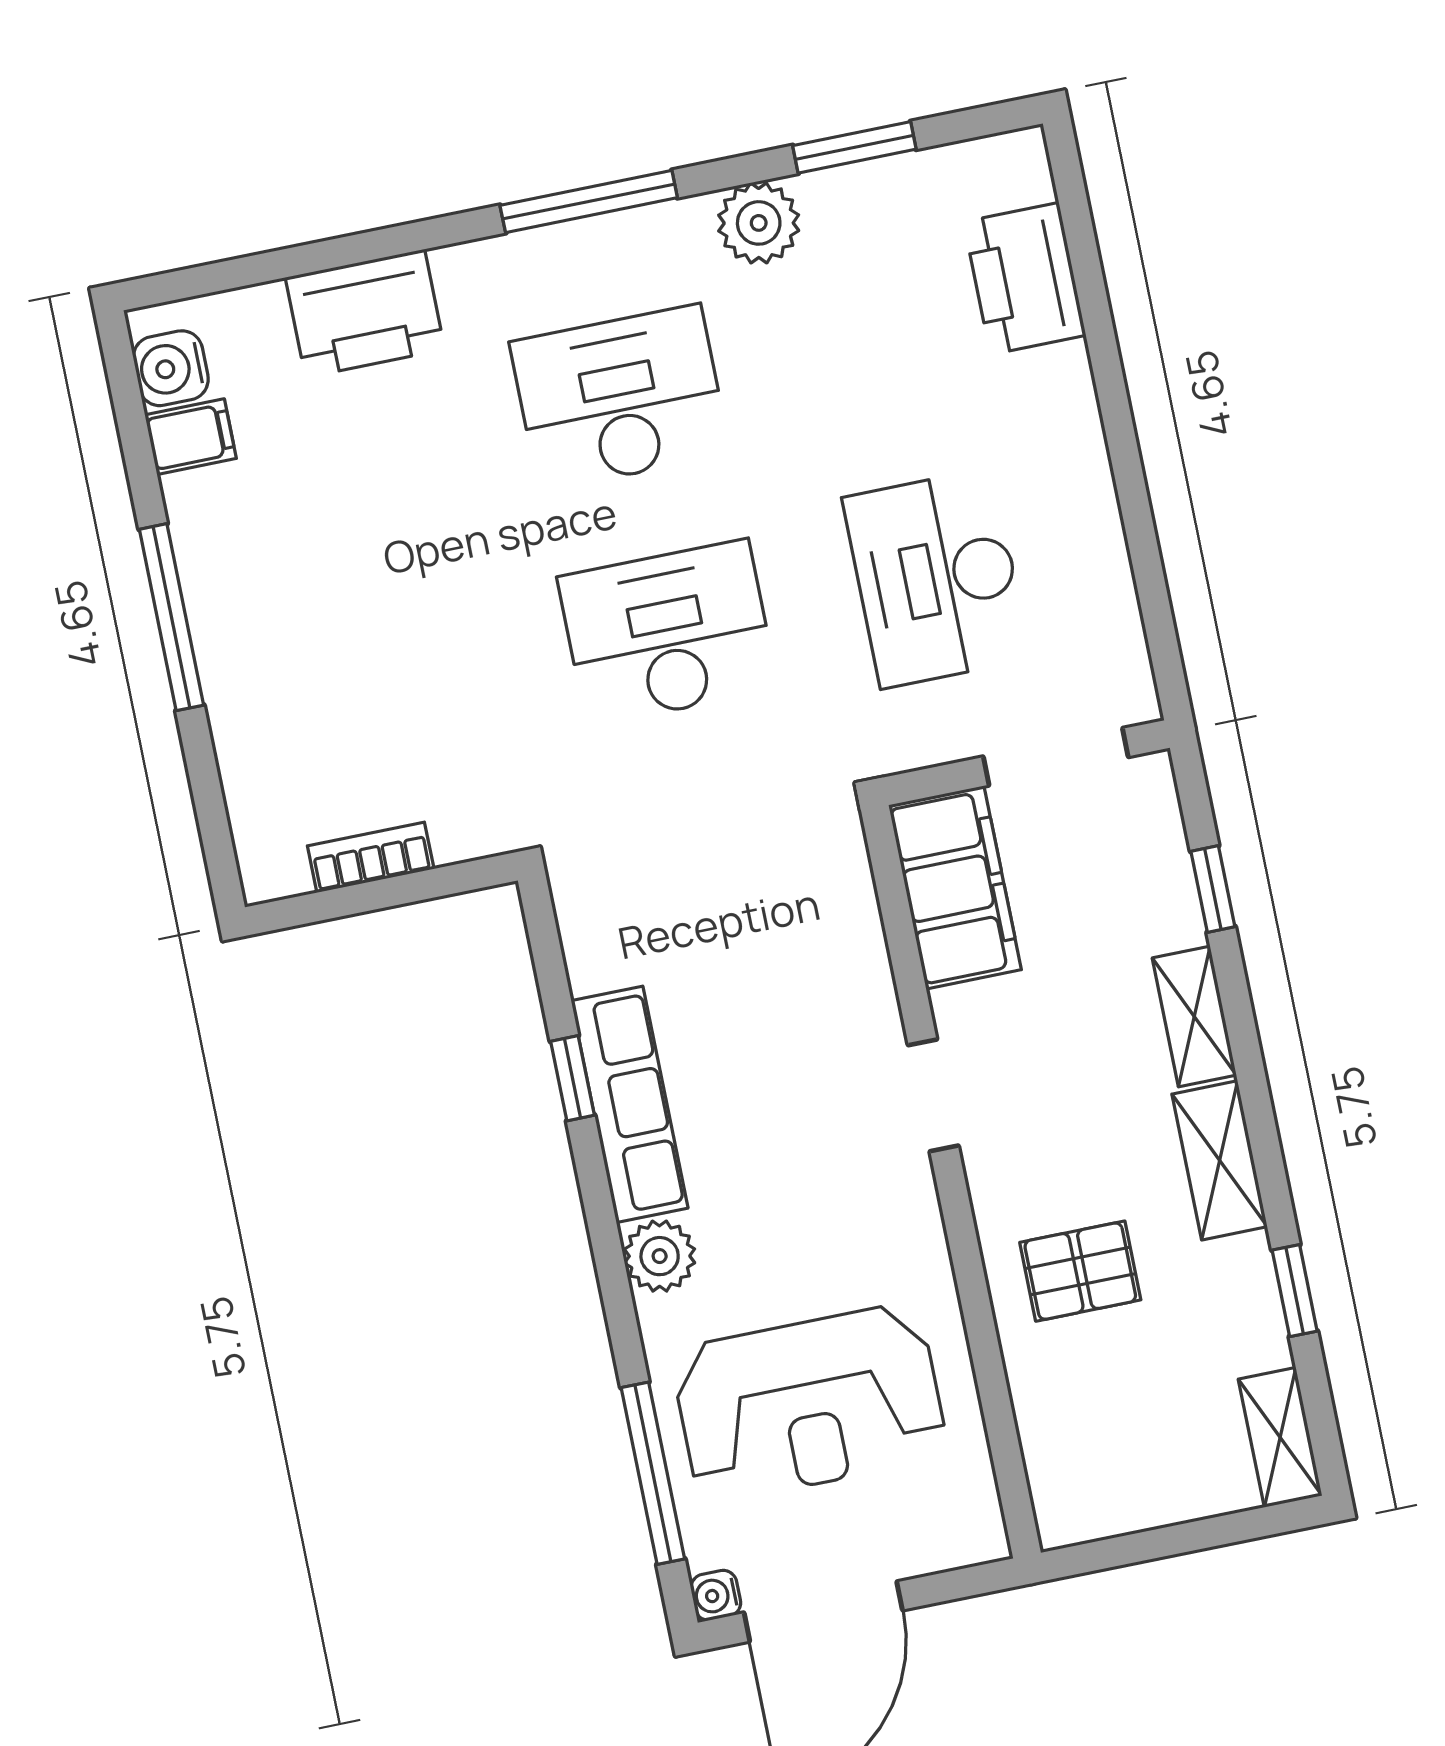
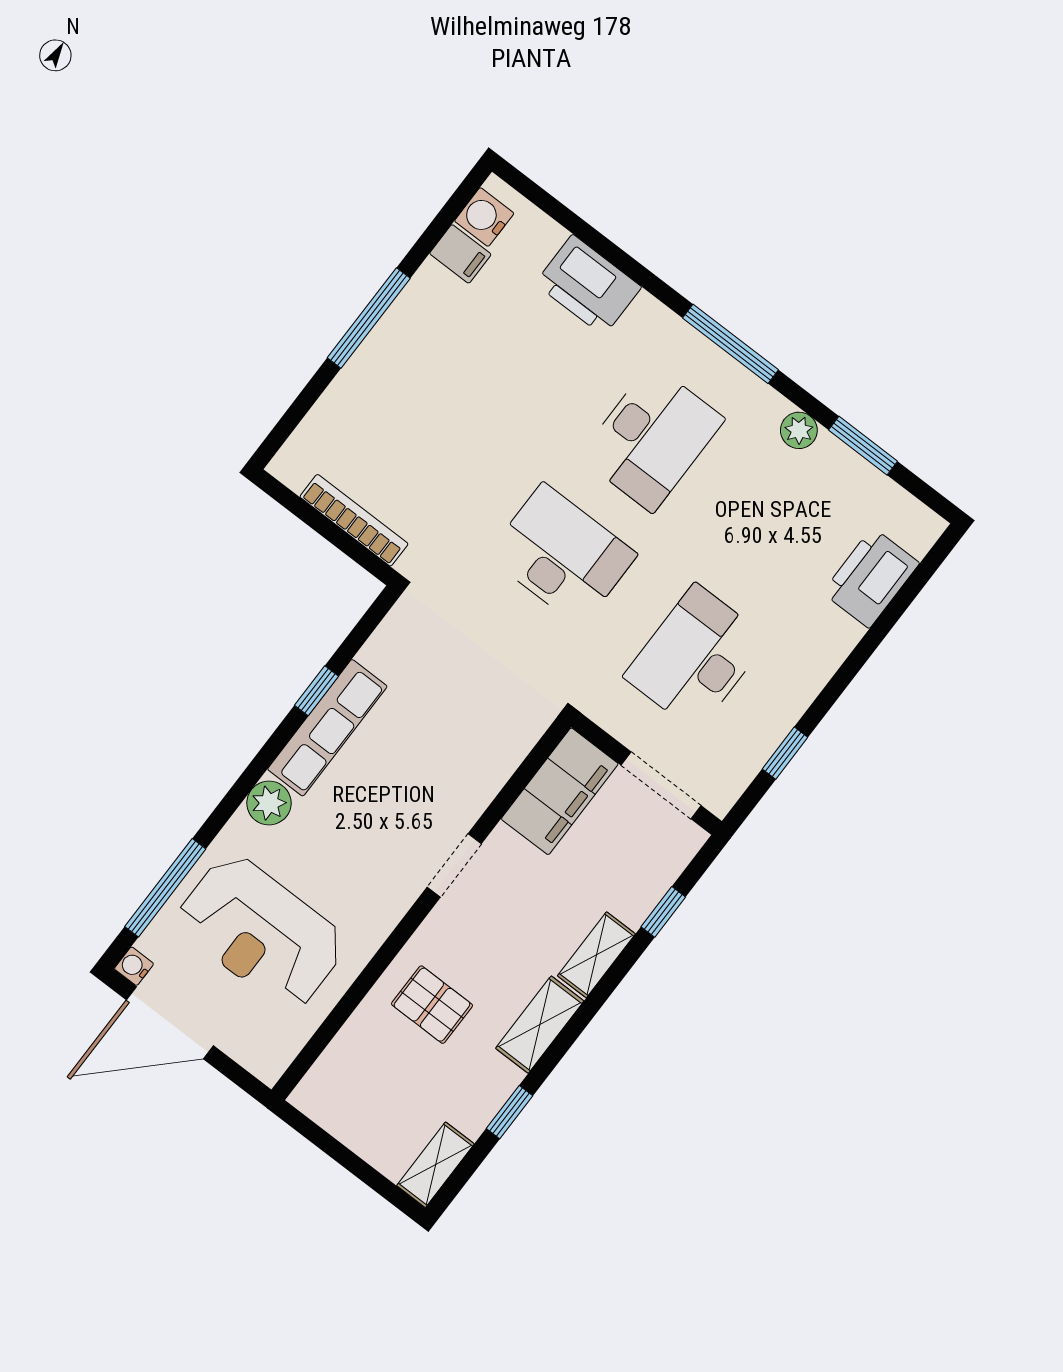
plant: (759, 223) -> (799, 430), width x0.73, depth x0.73
desk: (620, 398) -> (652, 438), turned 90
window: (1148, 571) -> (785, 753), added
bookcase: (371, 857) -> (354, 520), width x1.56

